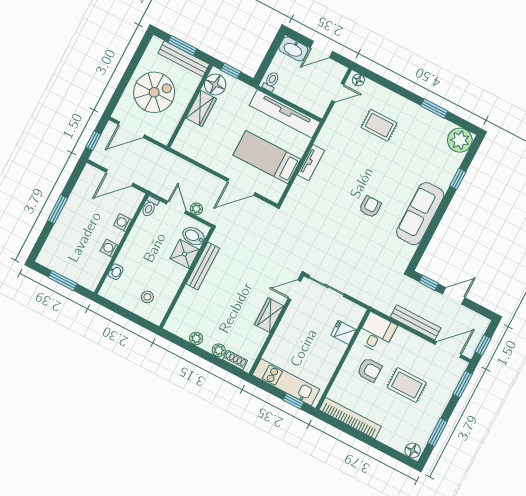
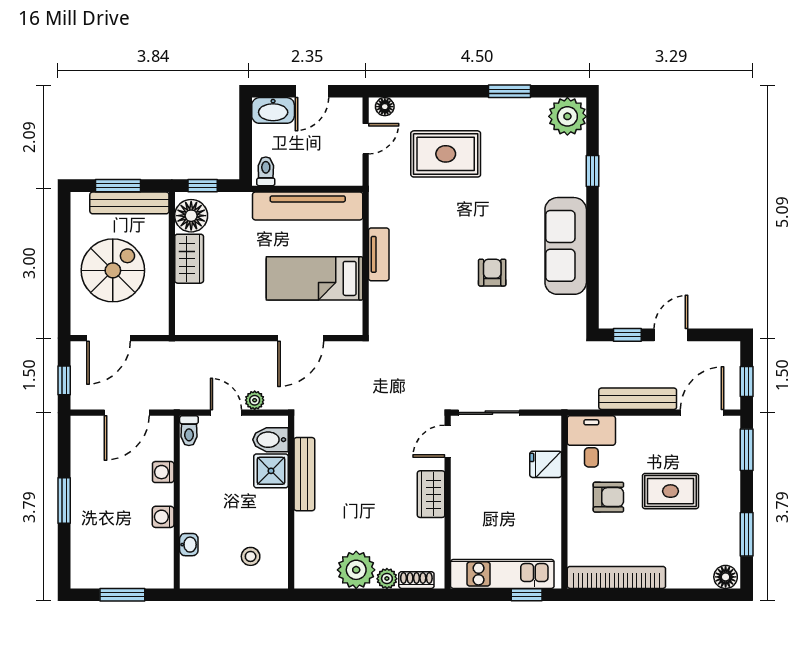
rug: (379, 125) -> (446, 154), width x1.36, depth x1.43
plant: (196, 338) -> (356, 570), width x1.88, depth x1.88

